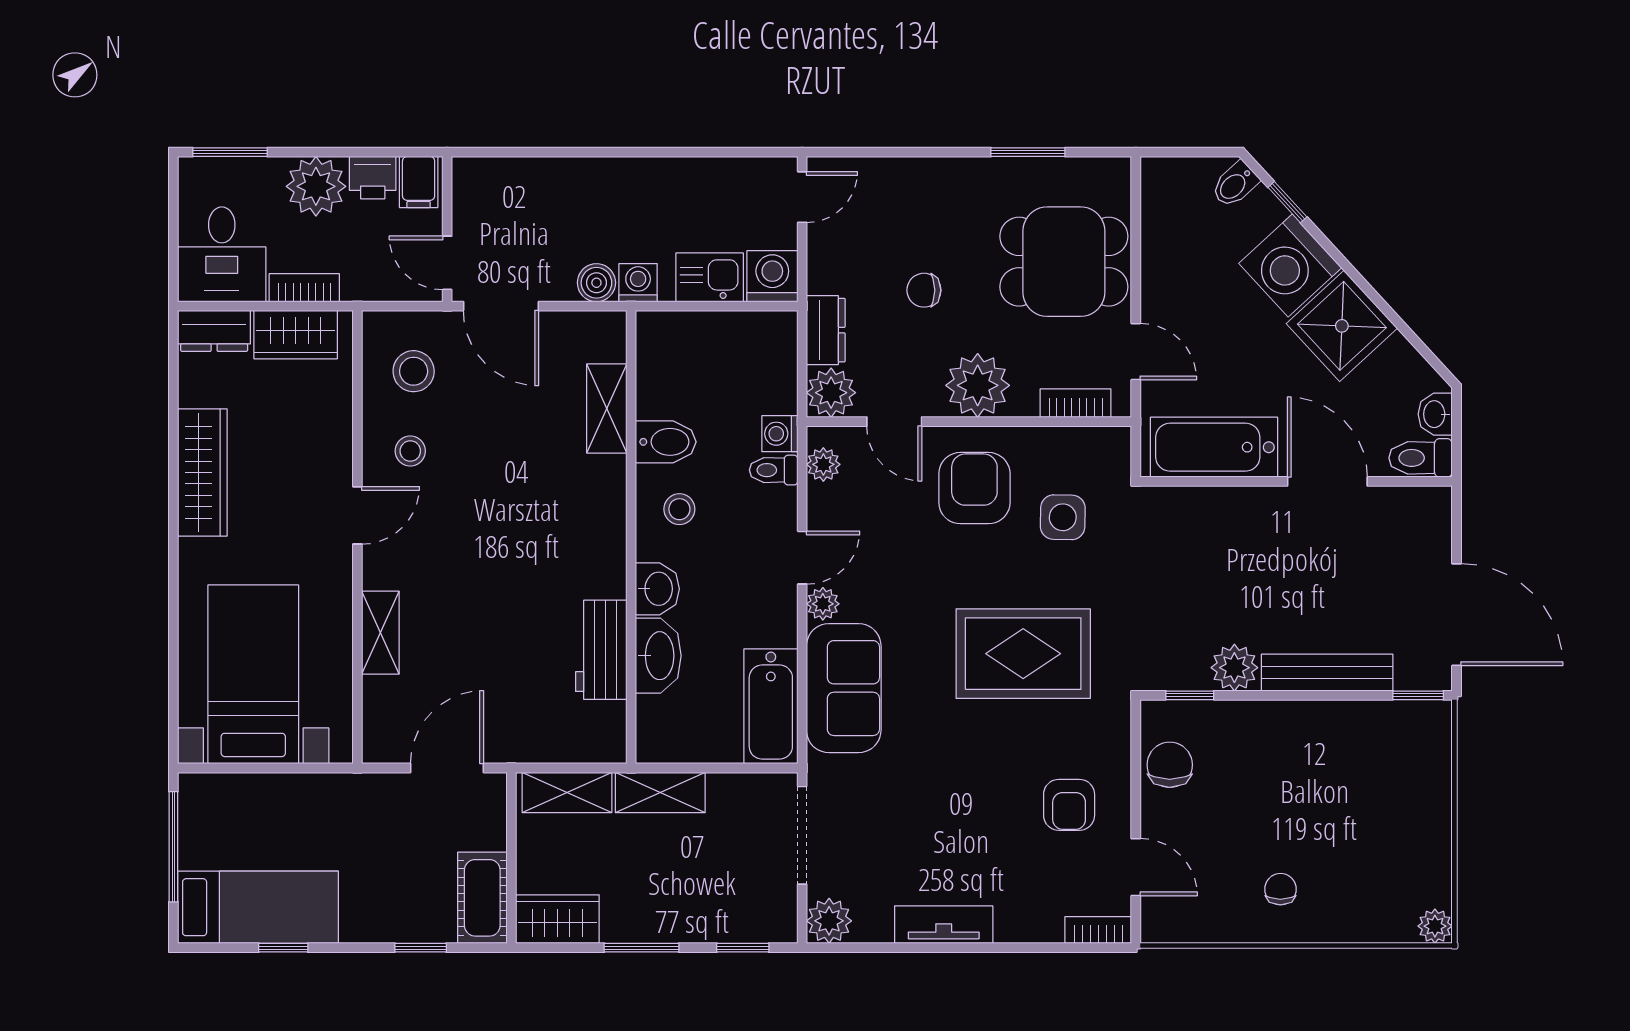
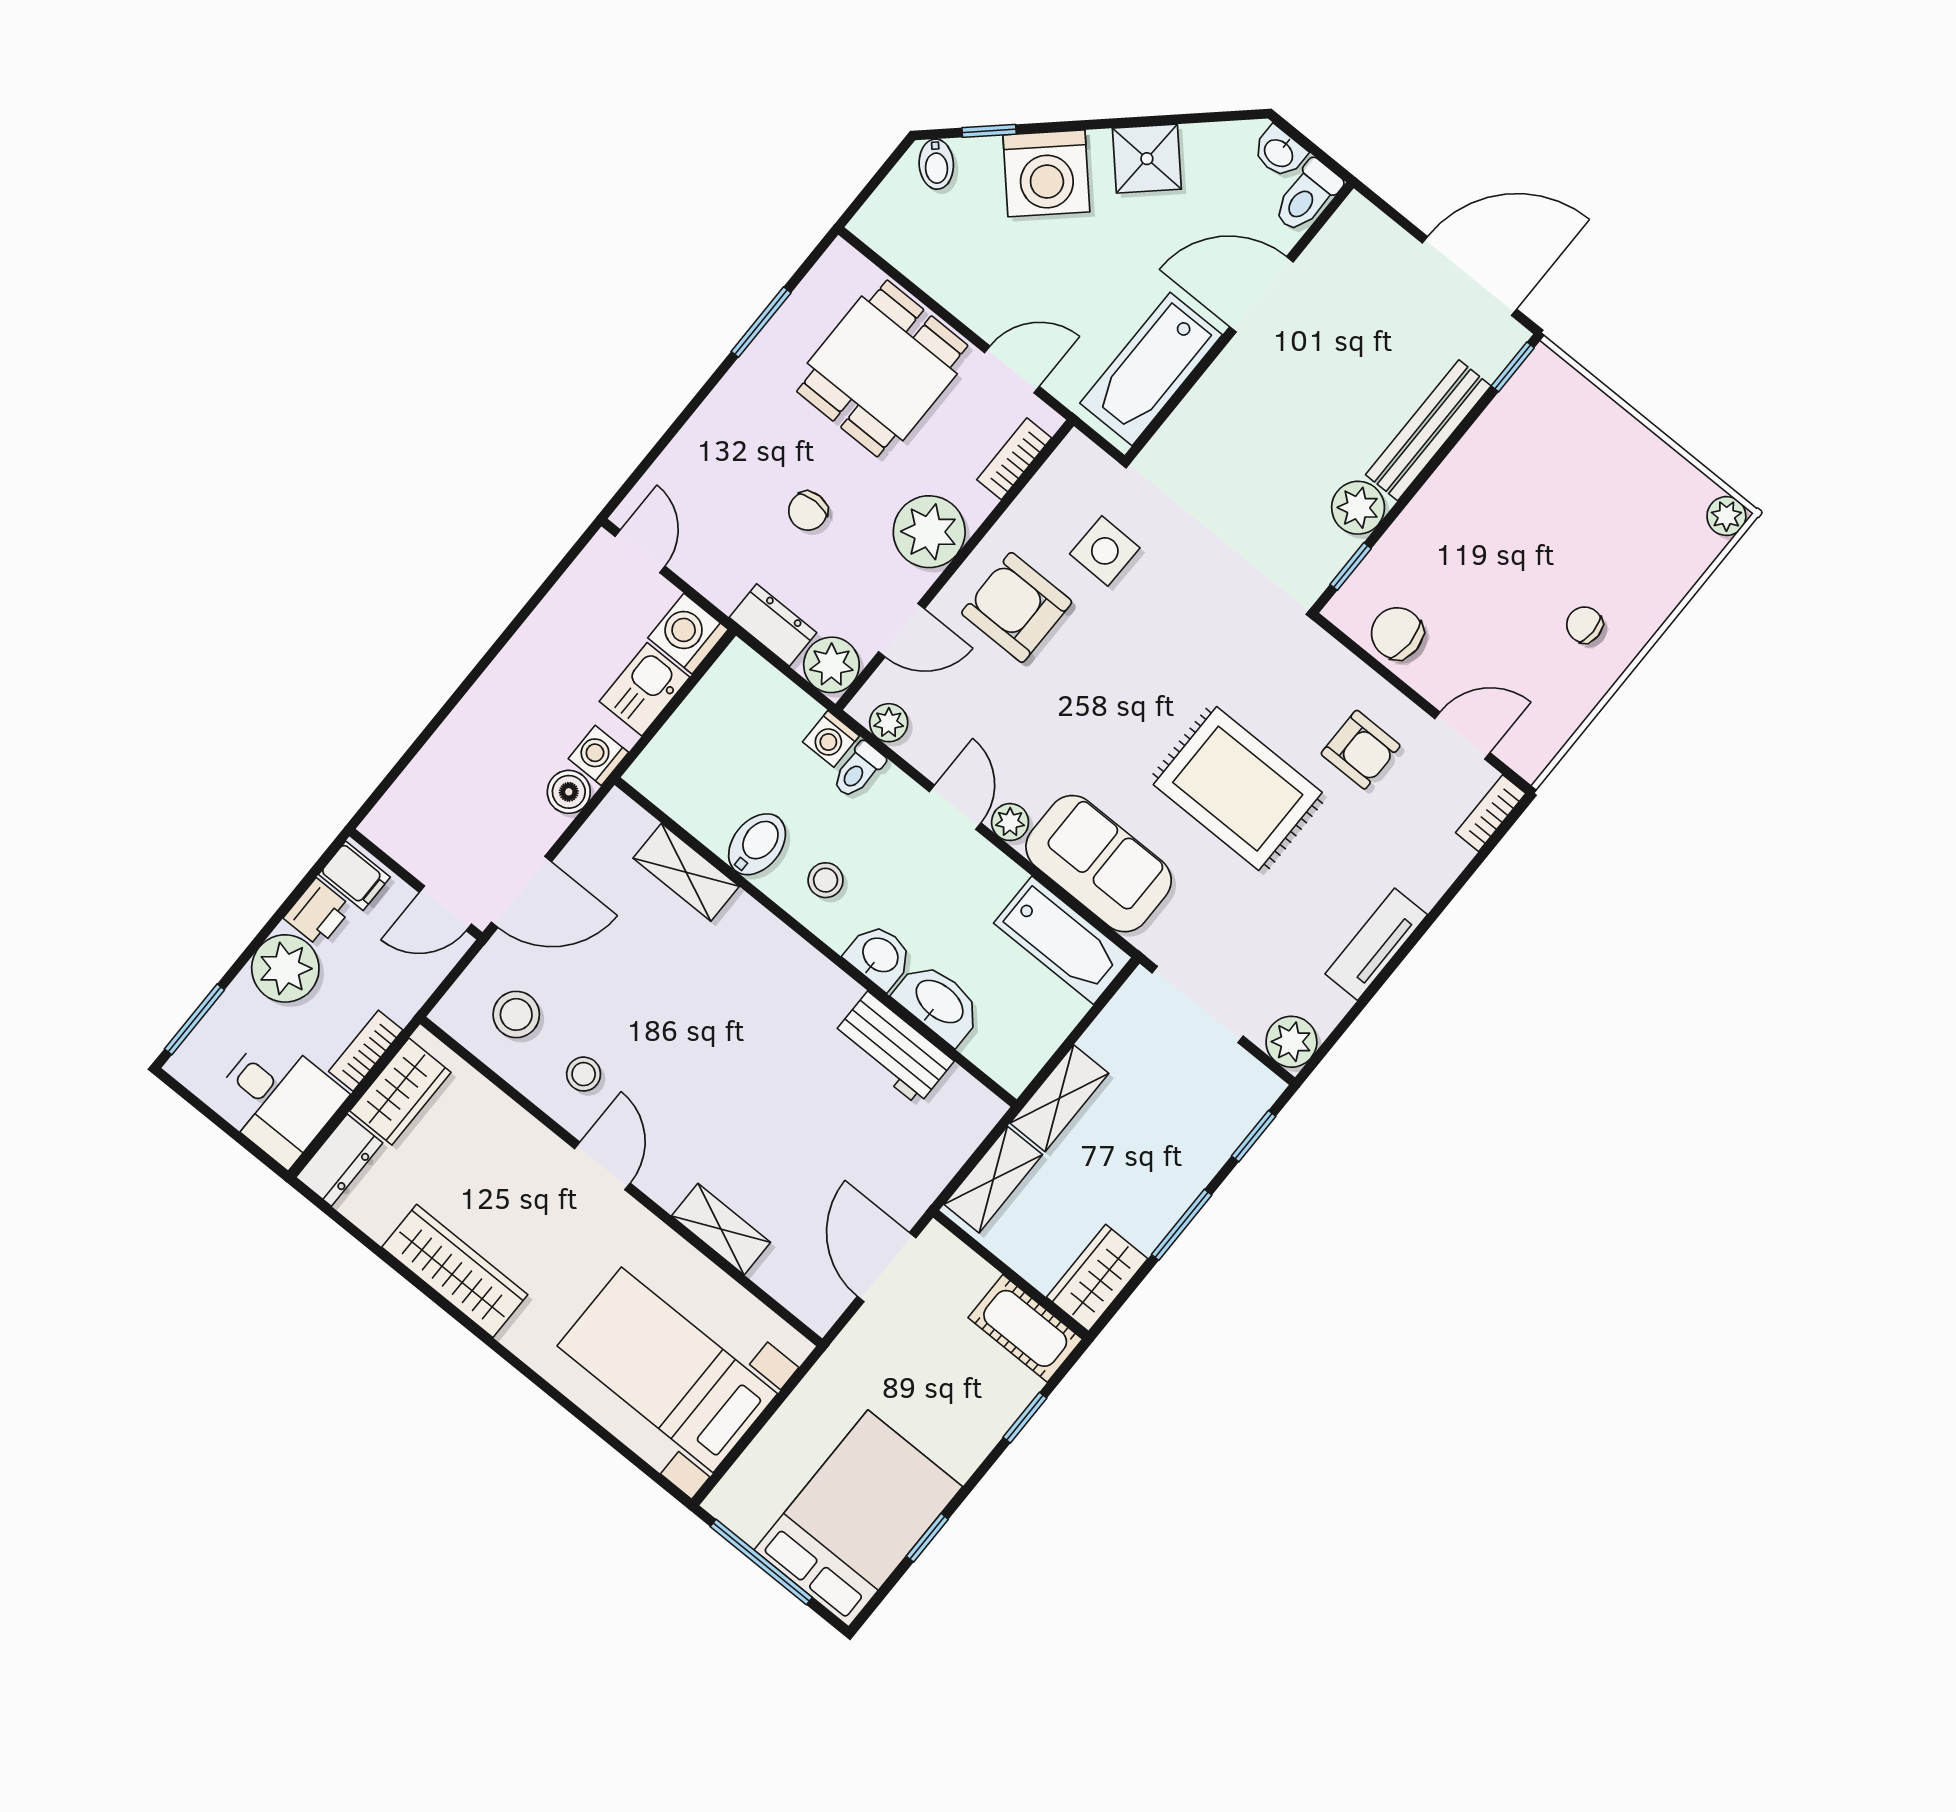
shower: (1342, 326) -> (1147, 159), width x0.73, depth x0.73
rug: (1023, 654) -> (1238, 789), moved, turned 90
bed: (258, 907) -> (858, 1518), width x1.50

